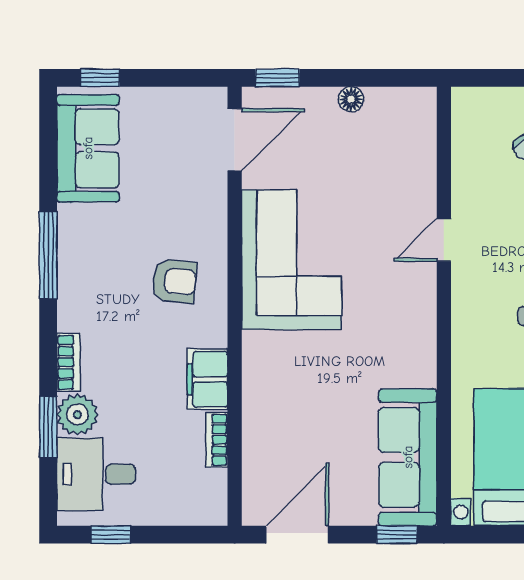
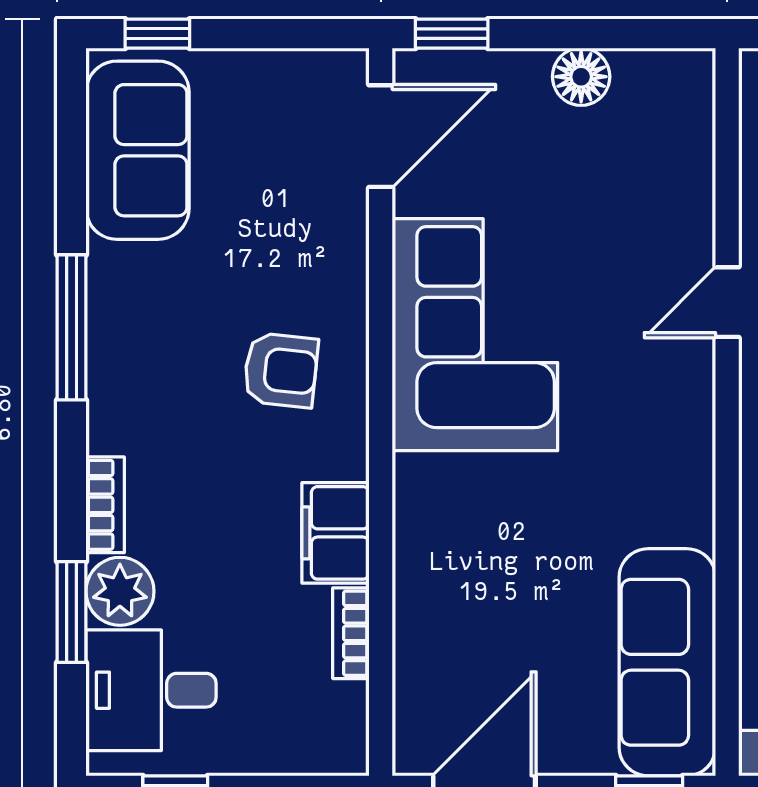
floor lamp: (351, 99) -> (581, 77), width x1.37, depth x1.37

